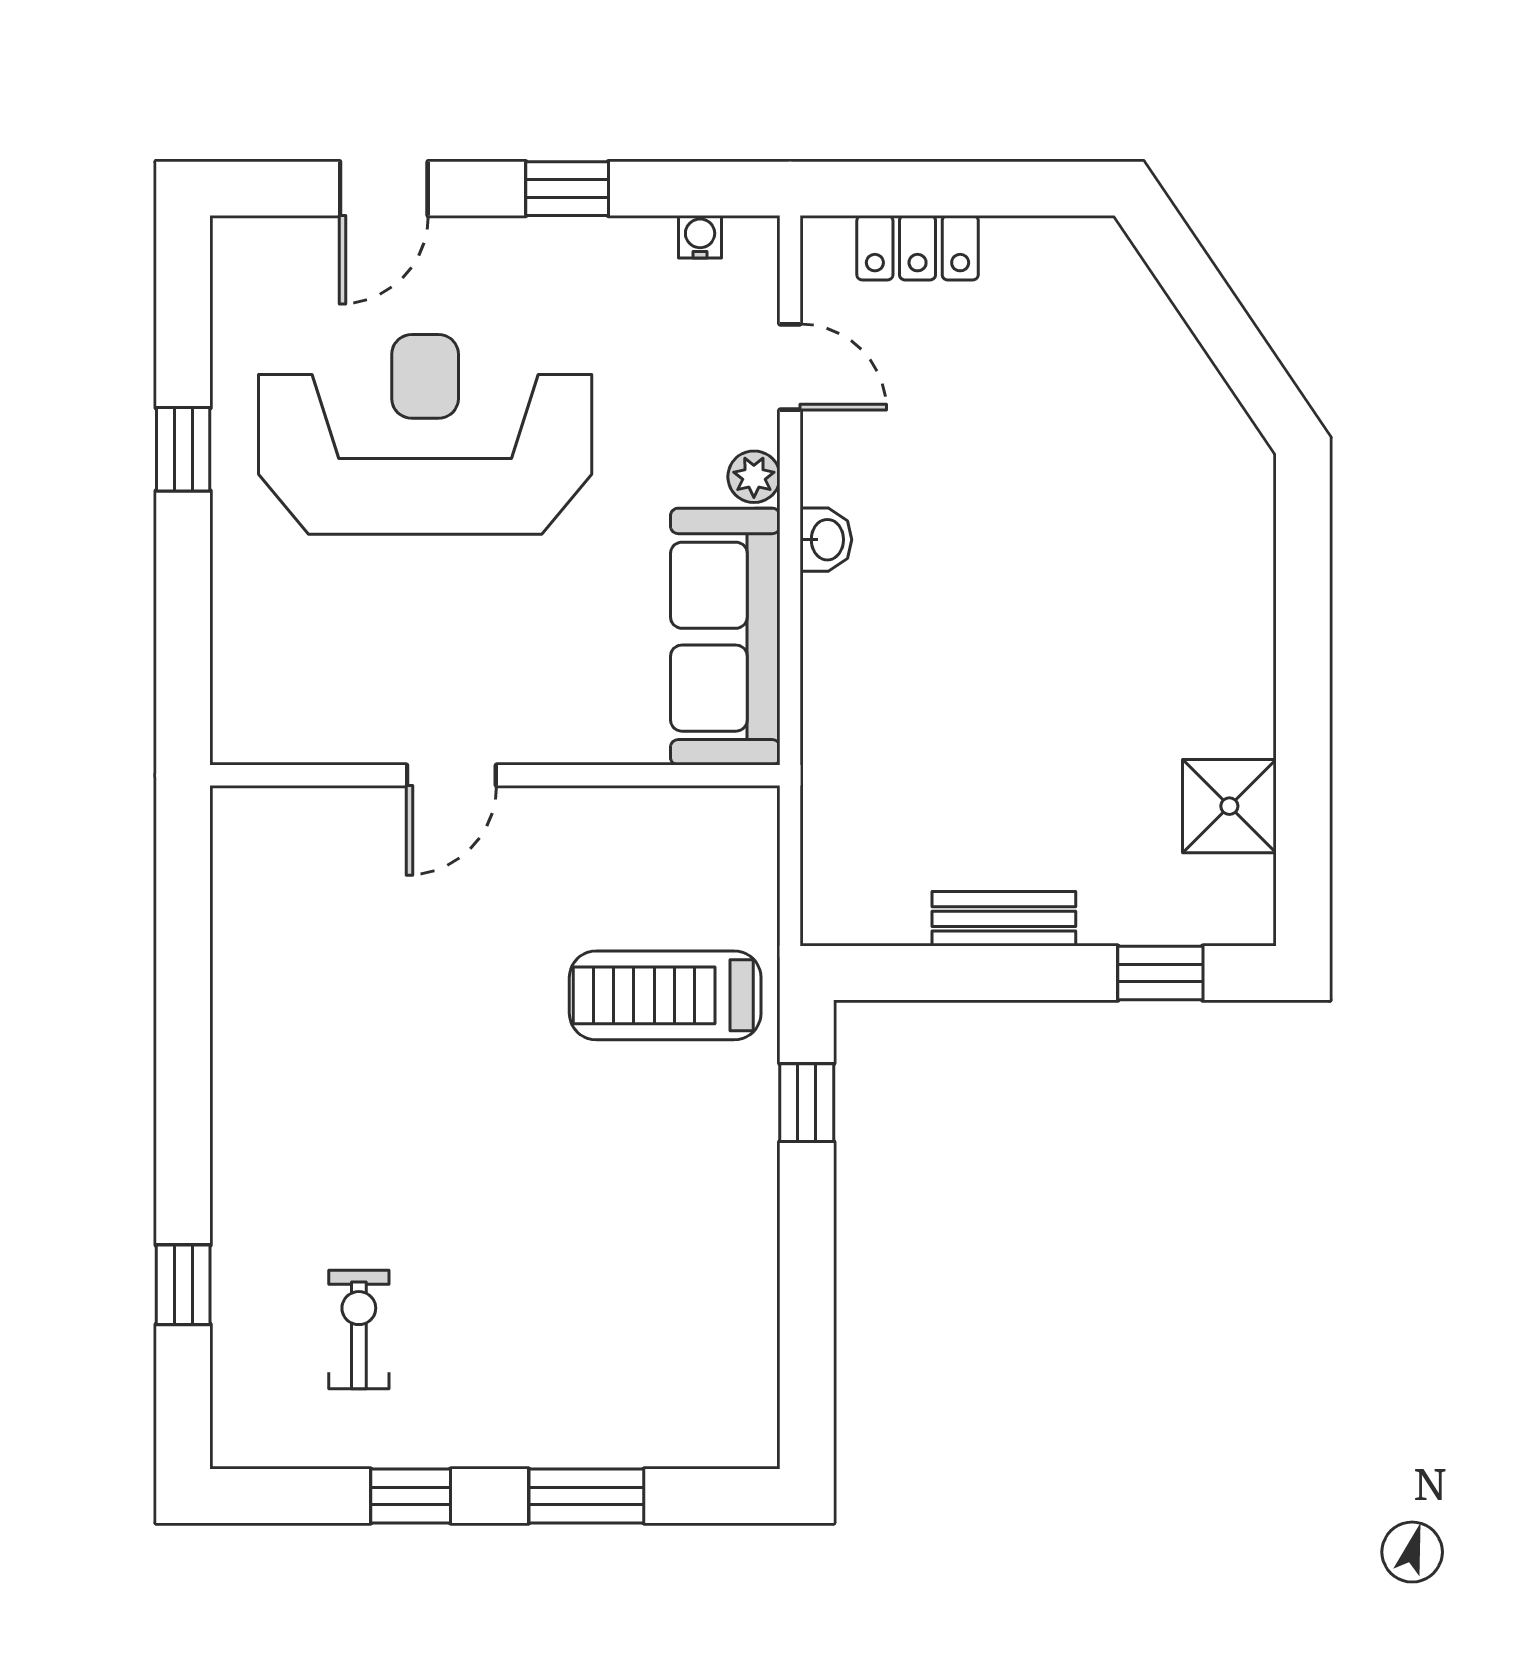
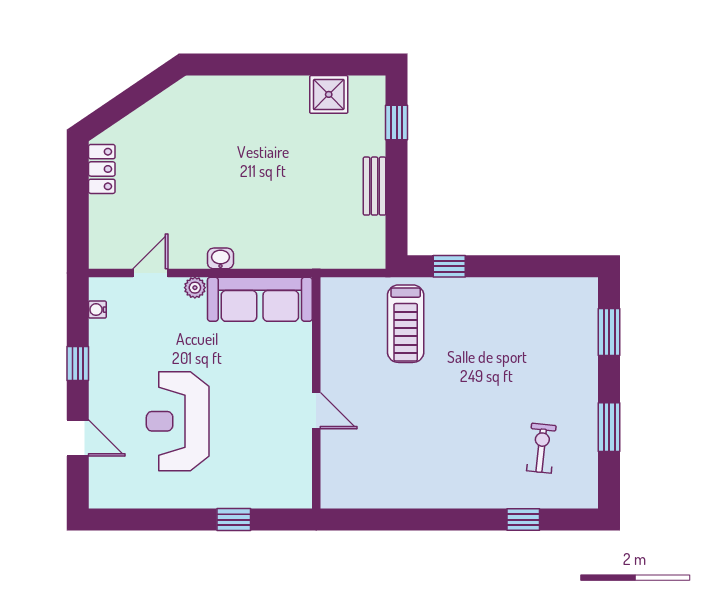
locker: (918, 248) -> (102, 169), moved
reception desk: (425, 434) -> (178, 421), width x0.74, depth x0.77
window: (183, 449) -> (234, 520), moved
exercise bike: (359, 1329) -> (541, 448), turned 96
window: (411, 1496) -> (609, 427), width x1.50
window: (586, 1496) -> (609, 332), moved

